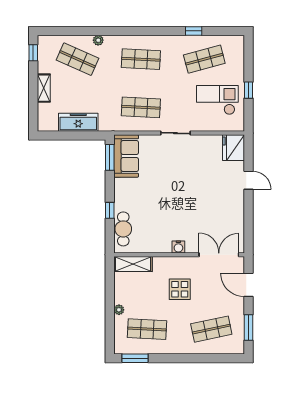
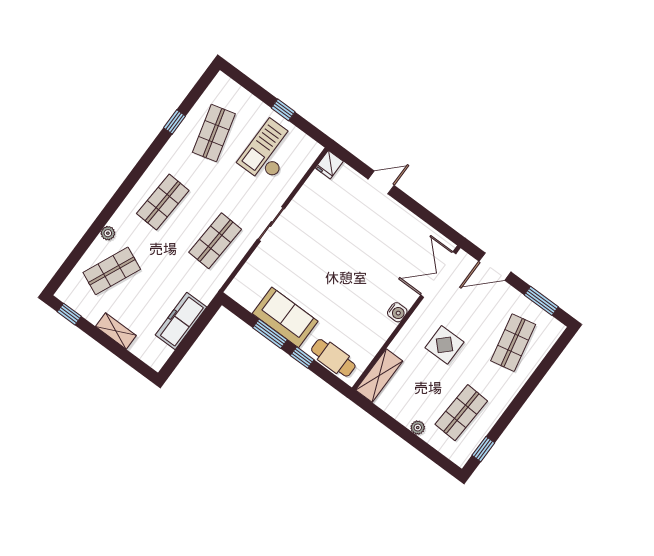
fridge: (233, 148) -> (329, 165), width x0.53, depth x0.75
sofa: (126, 156) -> (285, 317), moved
window: (110, 157) -> (270, 334), moved
window: (135, 358) -> (483, 449), width x0.67

